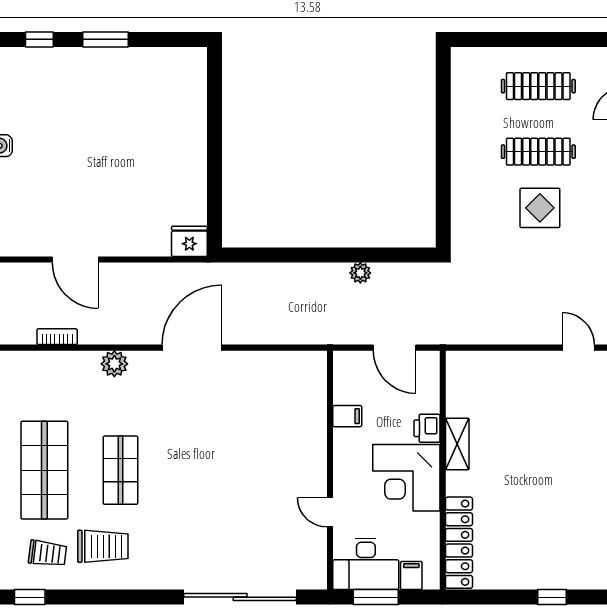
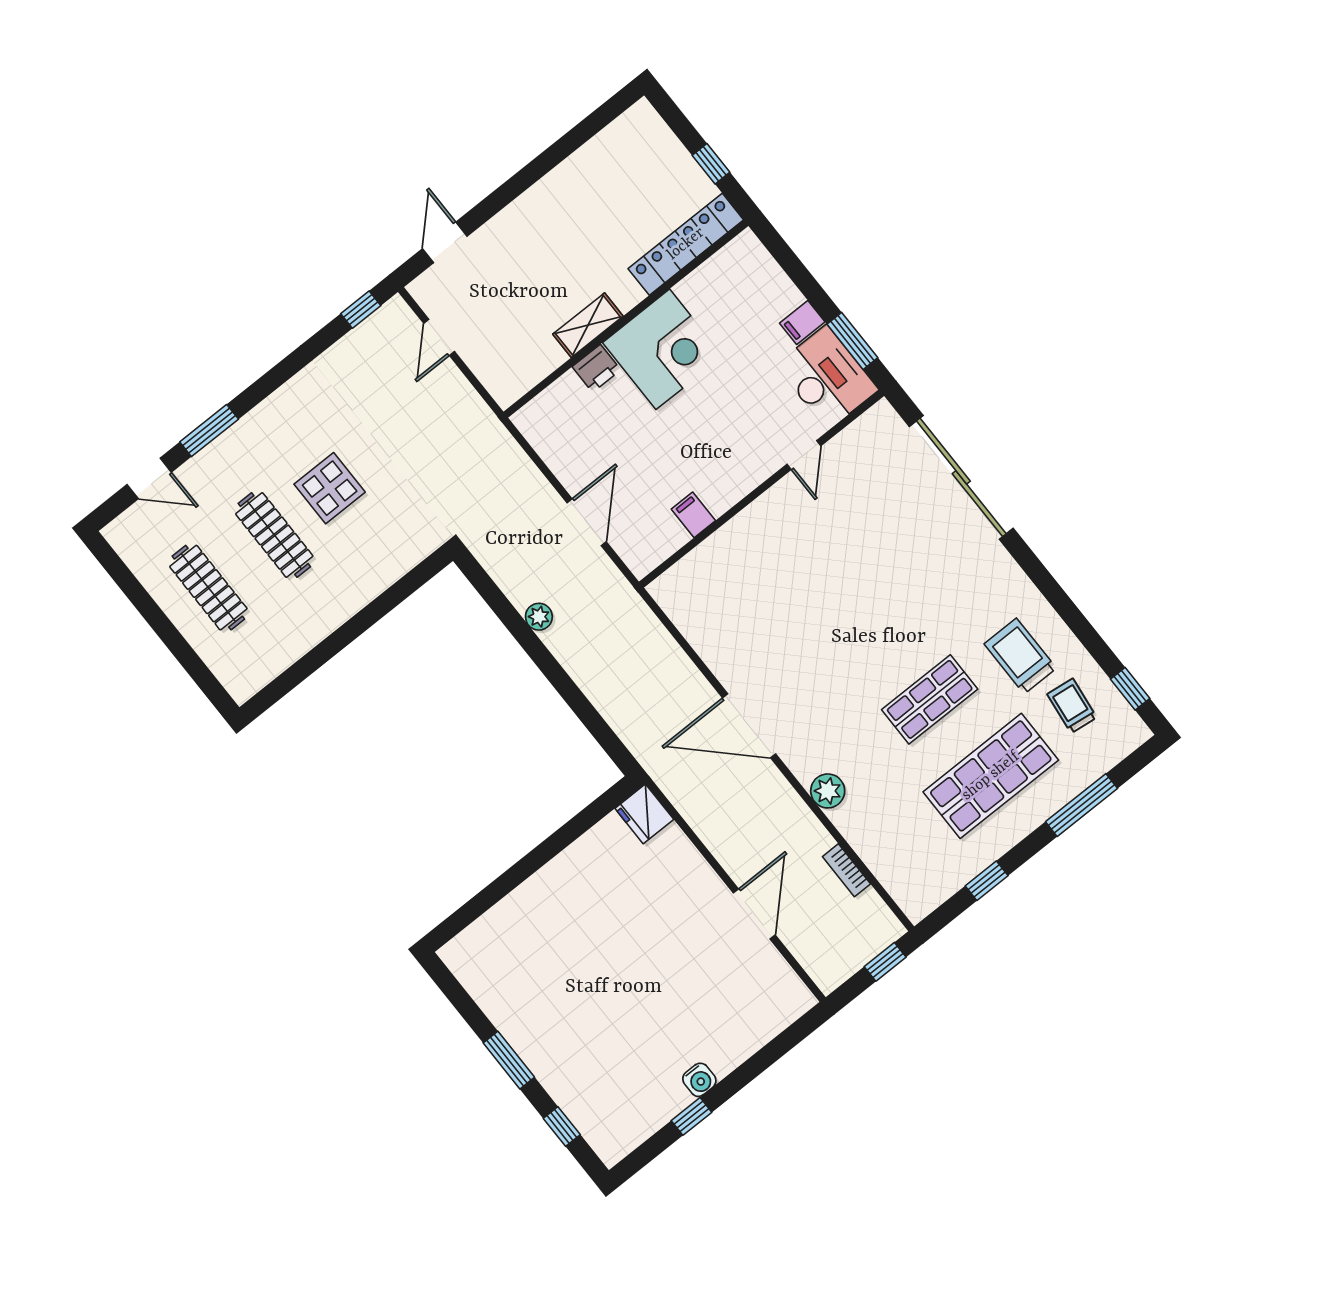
printer: (427, 428) -> (596, 368), moved
shelving: (457, 444) -> (588, 325), moved
wall: (443, 470) -> (626, 319), moved
corner desk: (406, 478) -> (663, 349), moved
locker: (459, 543) -> (686, 244), moved

